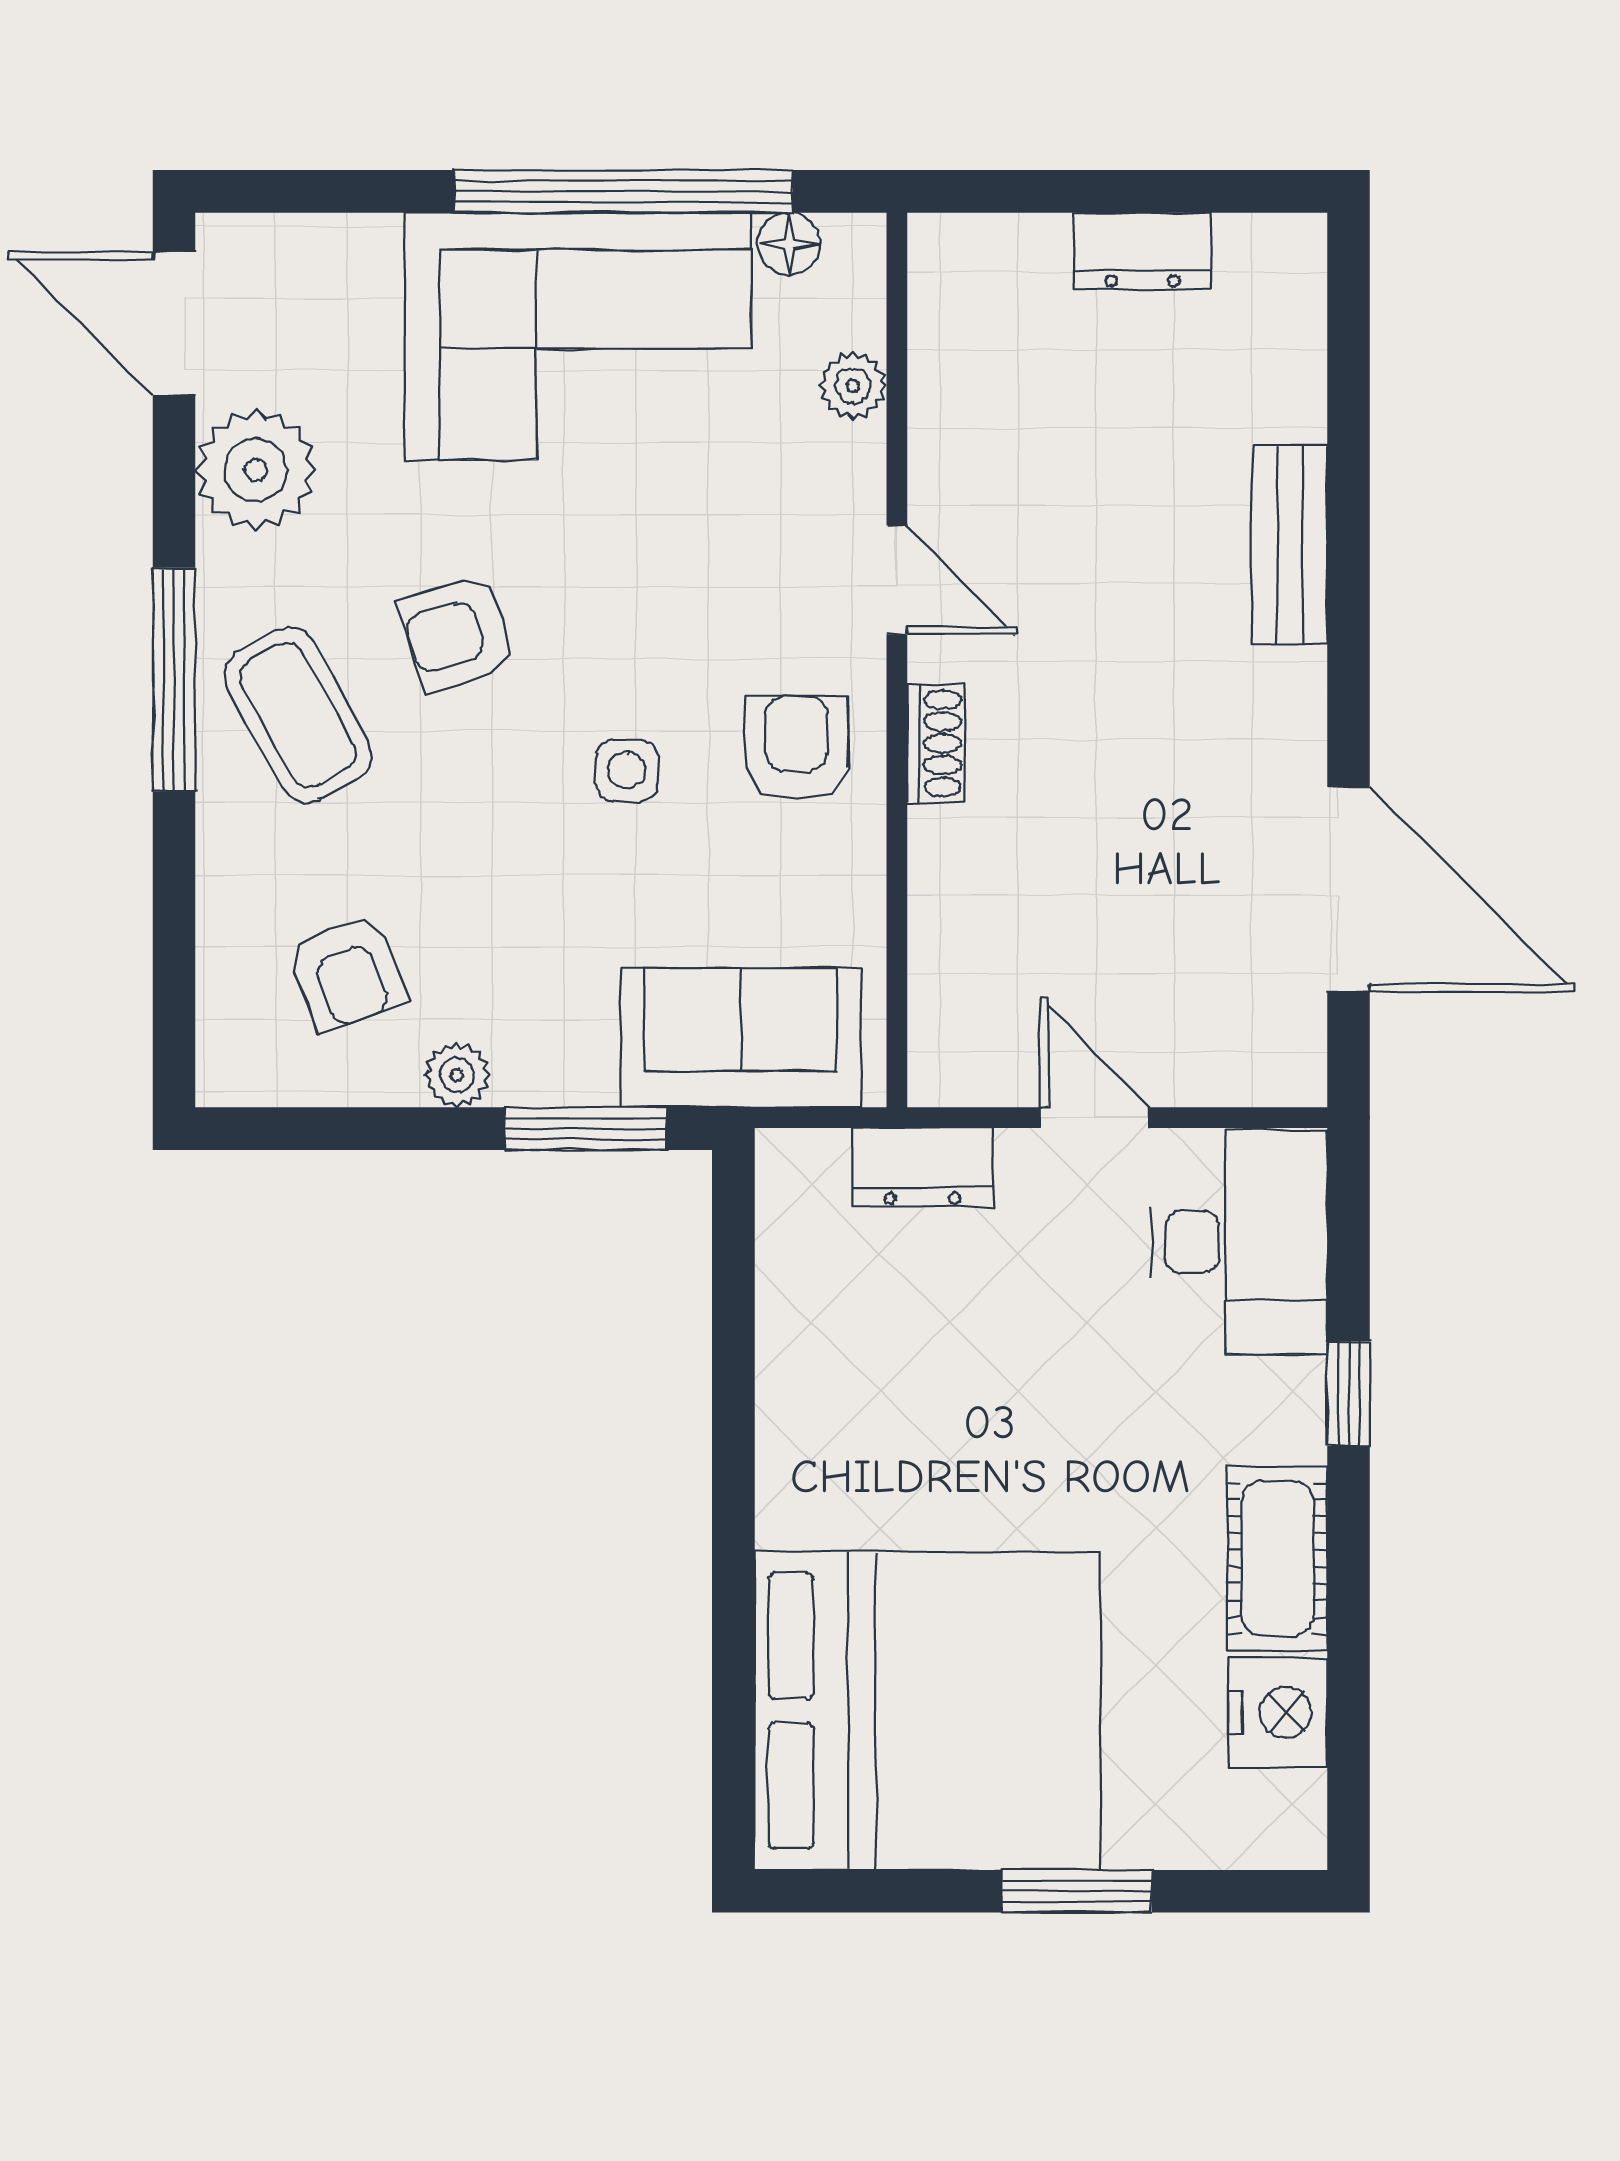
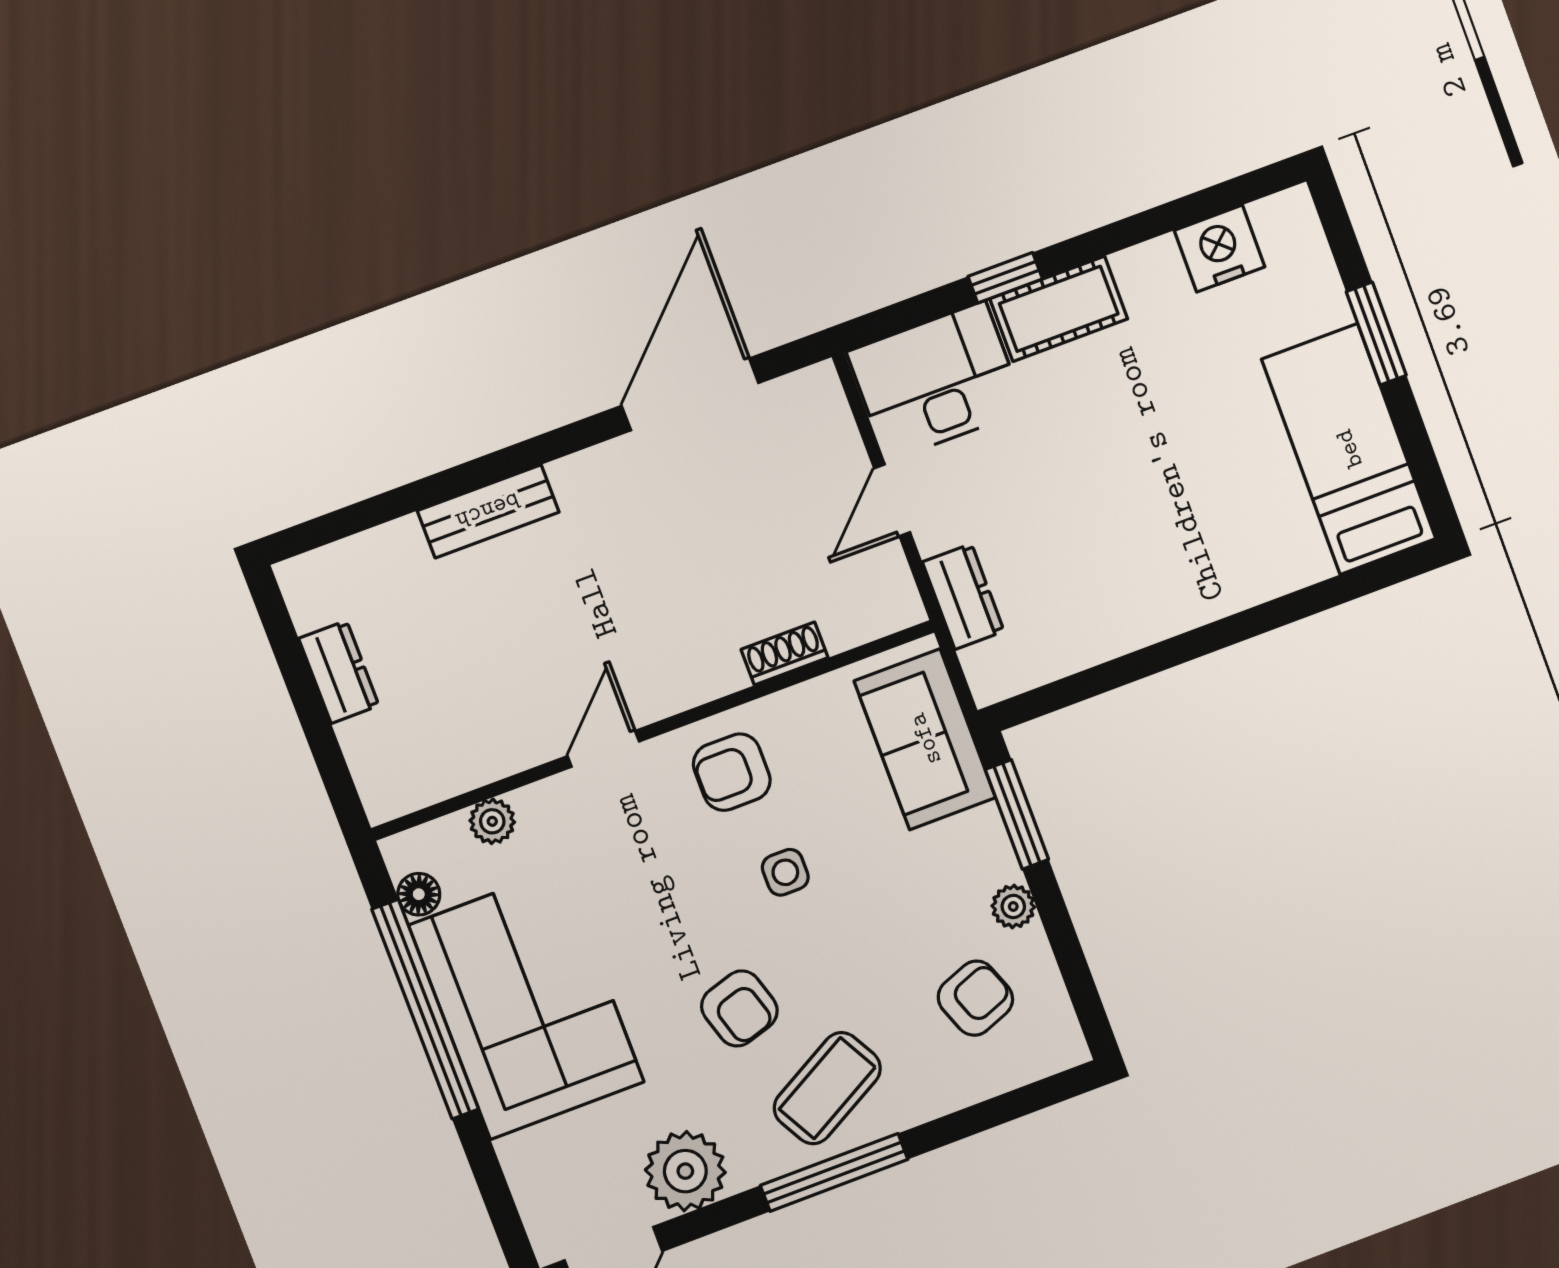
shoe rack: (936, 743) -> (785, 654), moved
cot: (1277, 1558) -> (1059, 309), moved
bed: (928, 1711) -> (1349, 449), width x0.49

